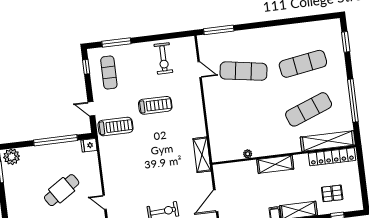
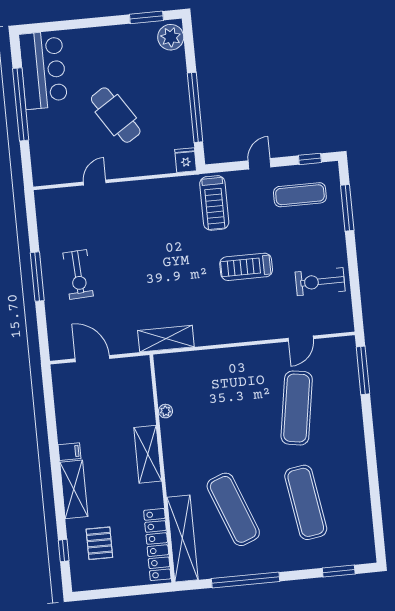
treadmill: (155, 105) -> (246, 267), turned 90
door: (91, 109) -> (260, 164), moved

